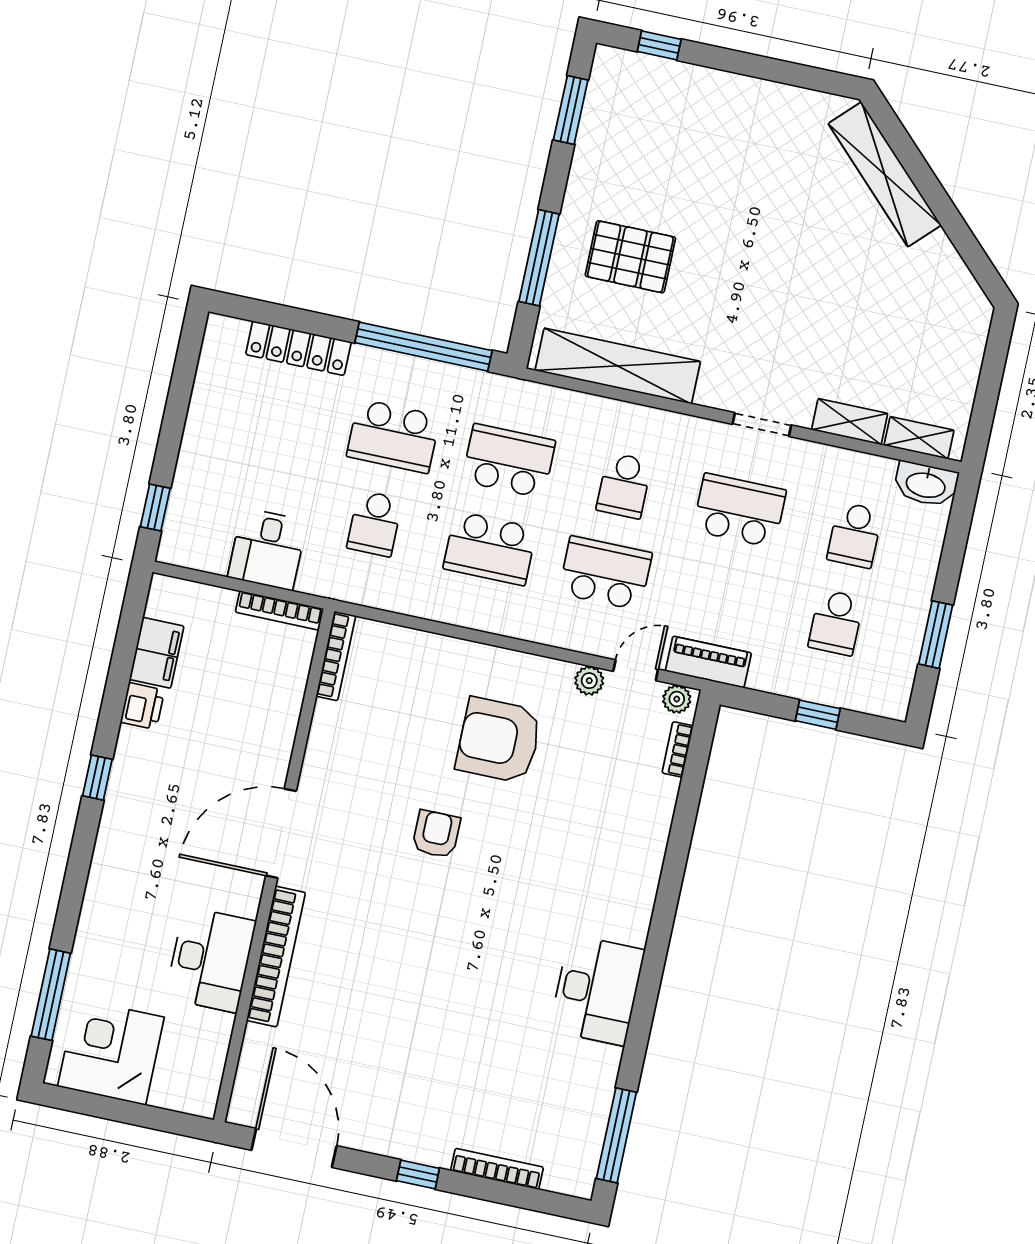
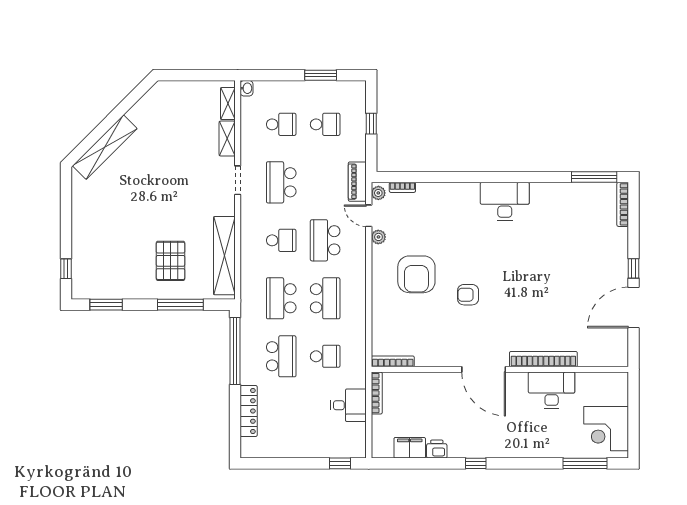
washbasin: (926, 484) -> (247, 88), width x0.52, depth x0.69
desk: (597, 990) -> (505, 201), moved
door: (294, 1148) -> (634, 308), moved
bookcase: (497, 1169) -> (623, 204), moved

